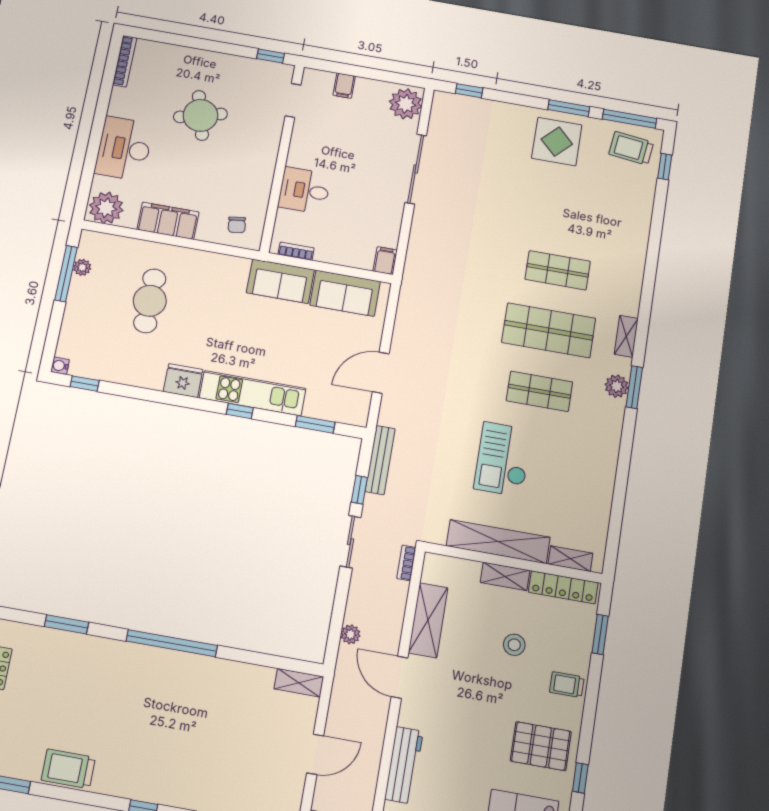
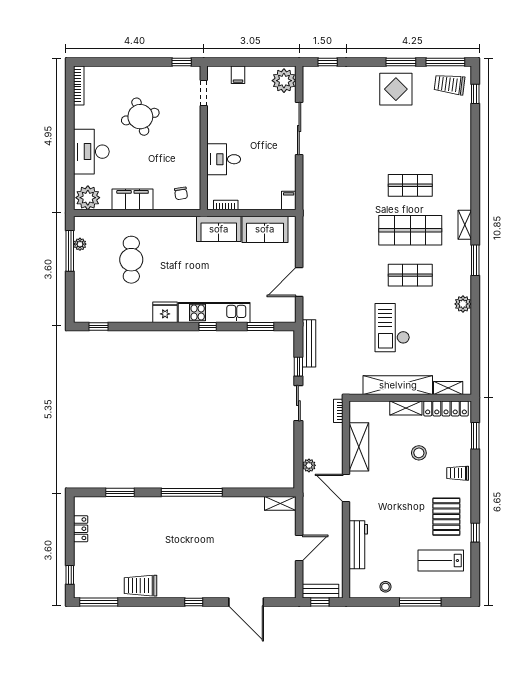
water cooler: (60, 366) -> (79, 317), removed
plant: (617, 386) -> (463, 304), moved
pallet: (541, 746) -> (446, 517), turned 90

